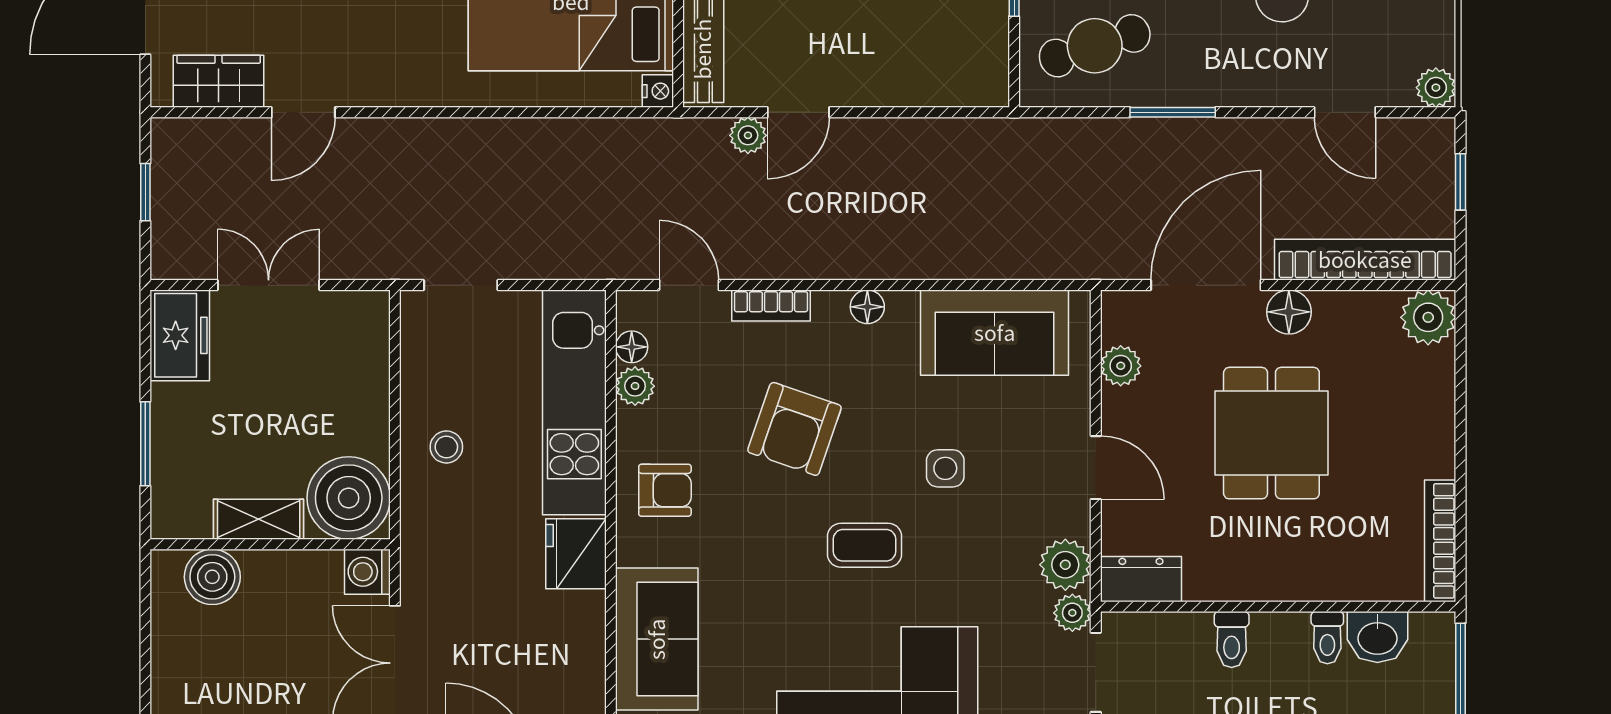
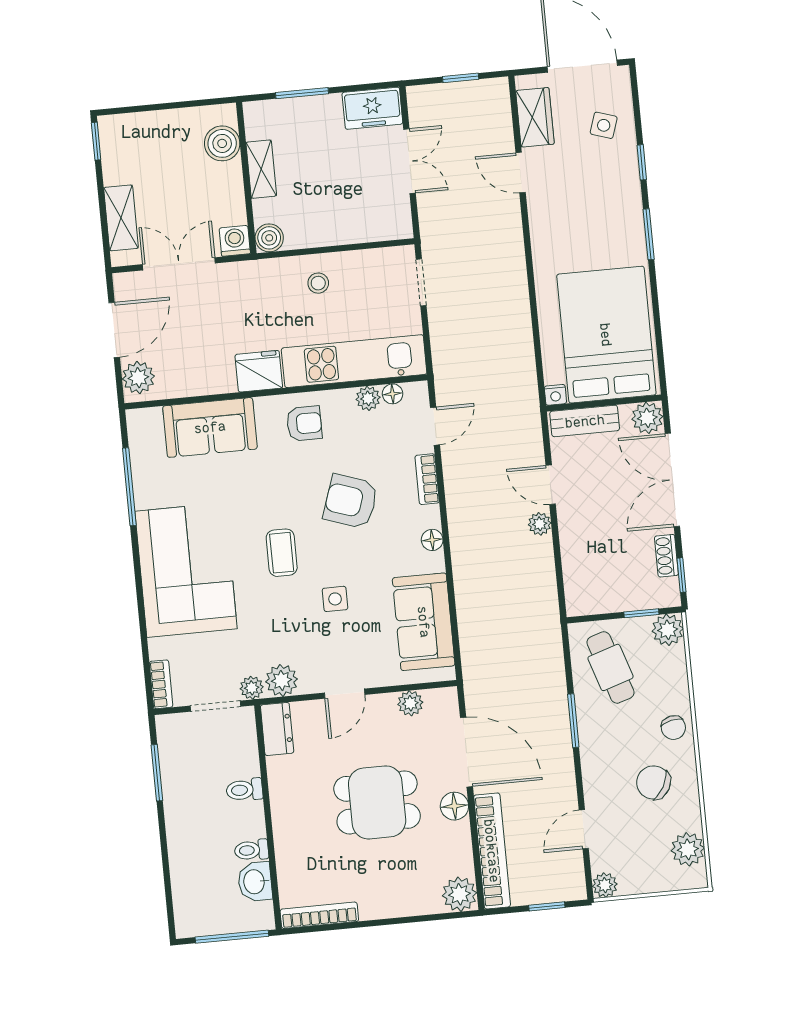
plant: (748, 135) -> (540, 524), moved
armchair: (665, 490) -> (304, 423), turned -90
boiler: (349, 498) -> (269, 238), width x0.54, depth x0.54

